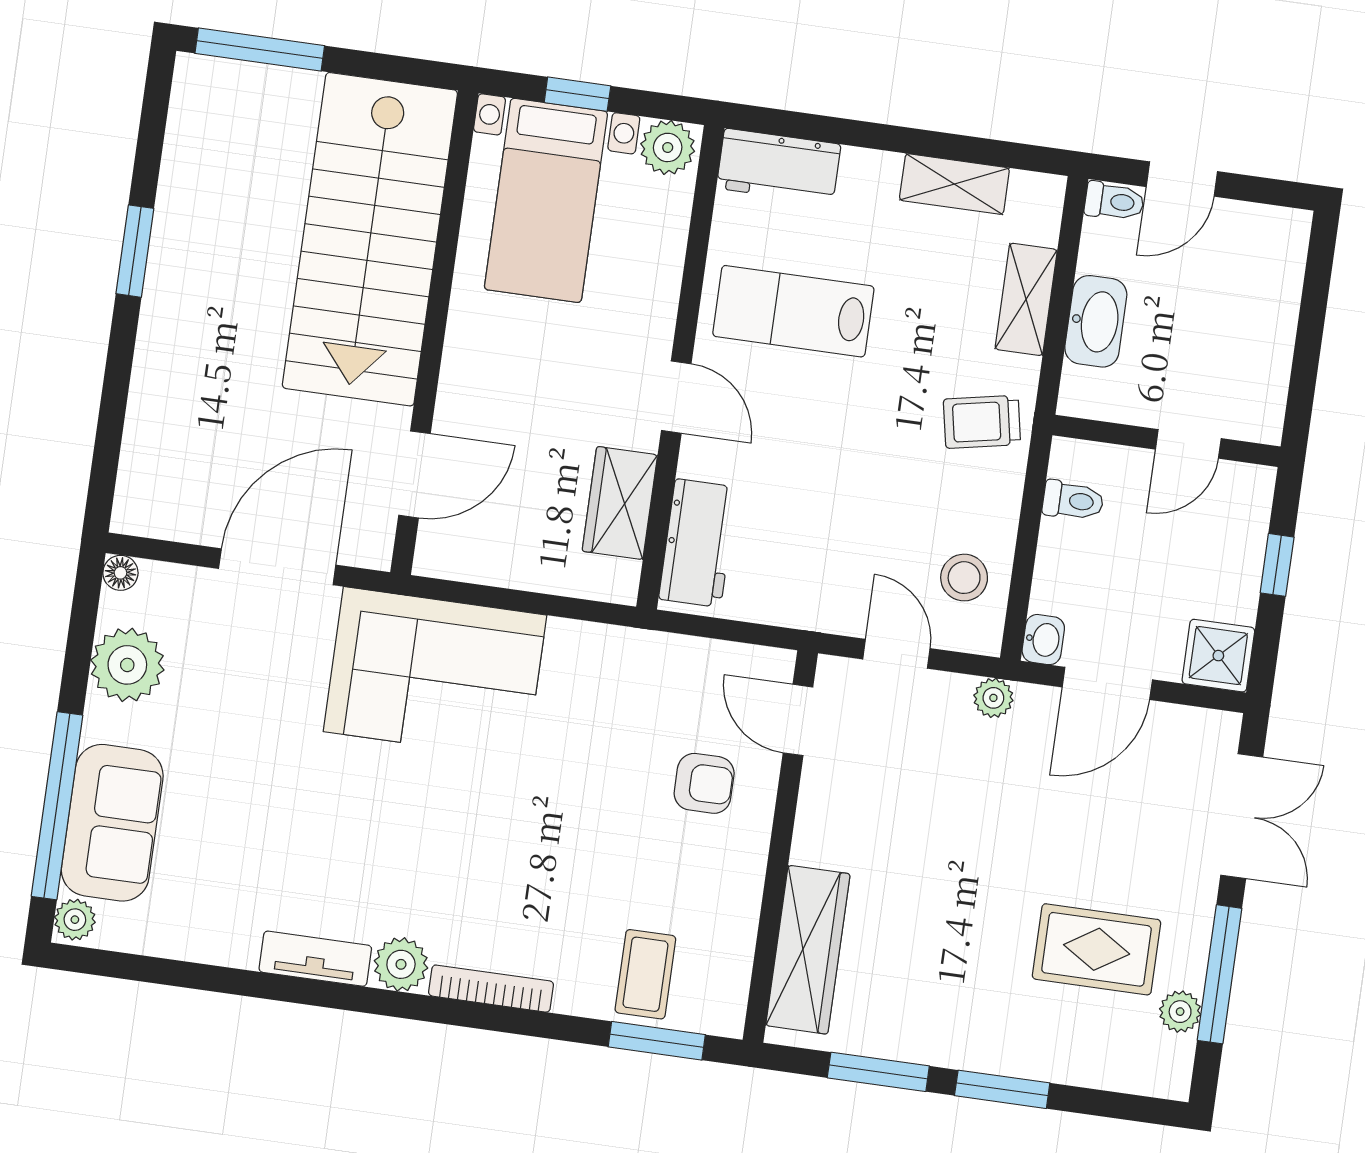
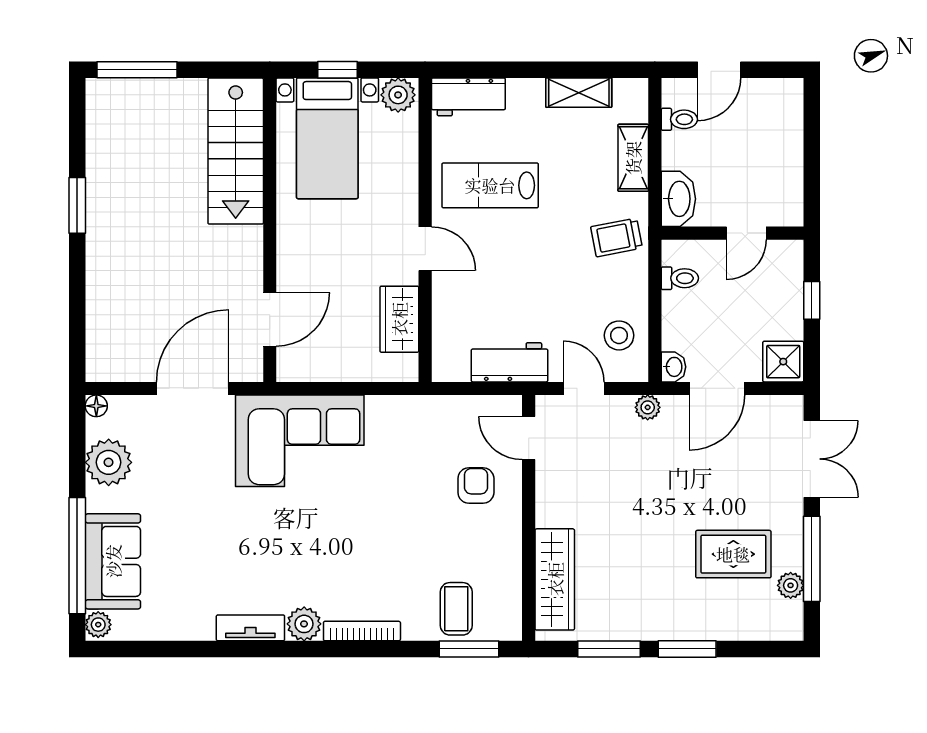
toilet: (1114, 201) -> (679, 119), moved
stairs: (370, 239) -> (236, 151), width x0.73, depth x0.66
washbasin: (1096, 321) -> (678, 199), moved
workbench: (698, 543) -> (510, 362), moved, turned -90
armchair: (704, 783) -> (476, 485), turned -90

